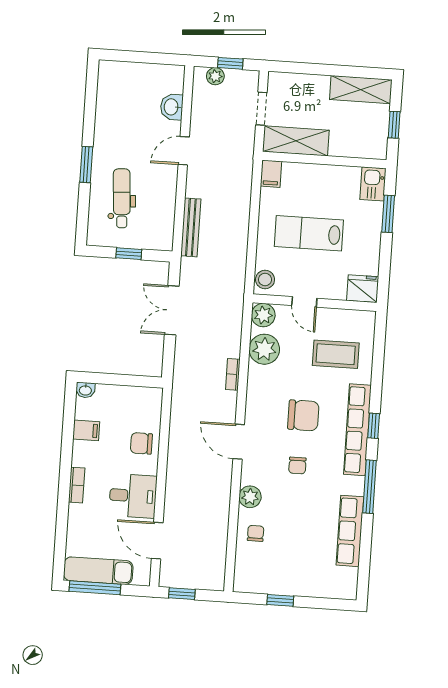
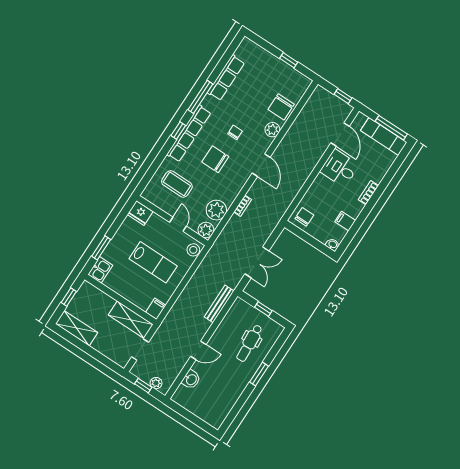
chair: (141, 443) -> (304, 217), moved, turned -90
chair: (256, 533) -> (281, 107), width x1.87, depth x1.87

